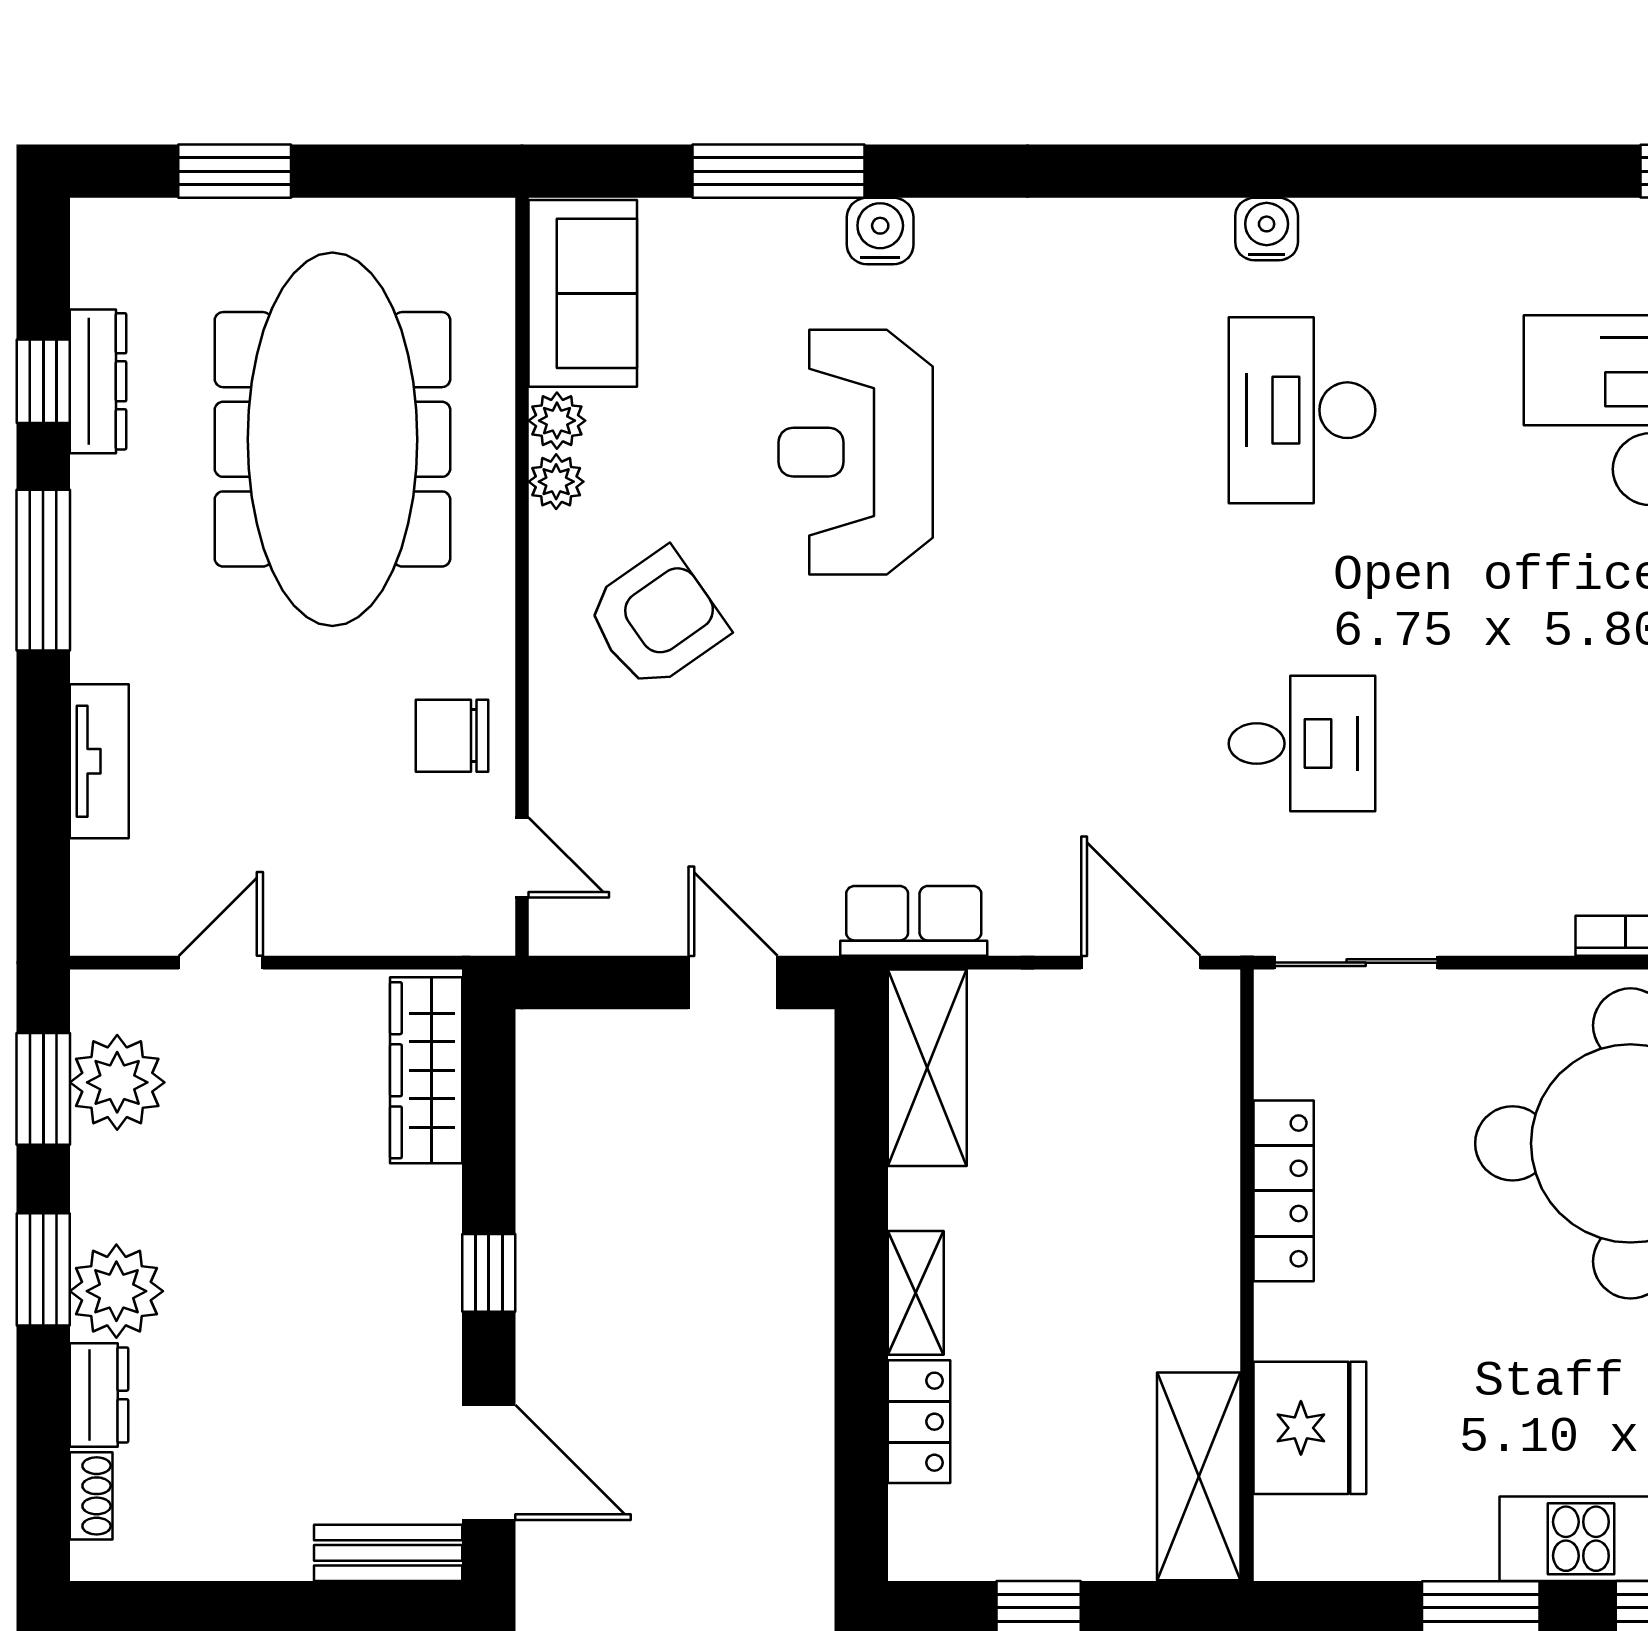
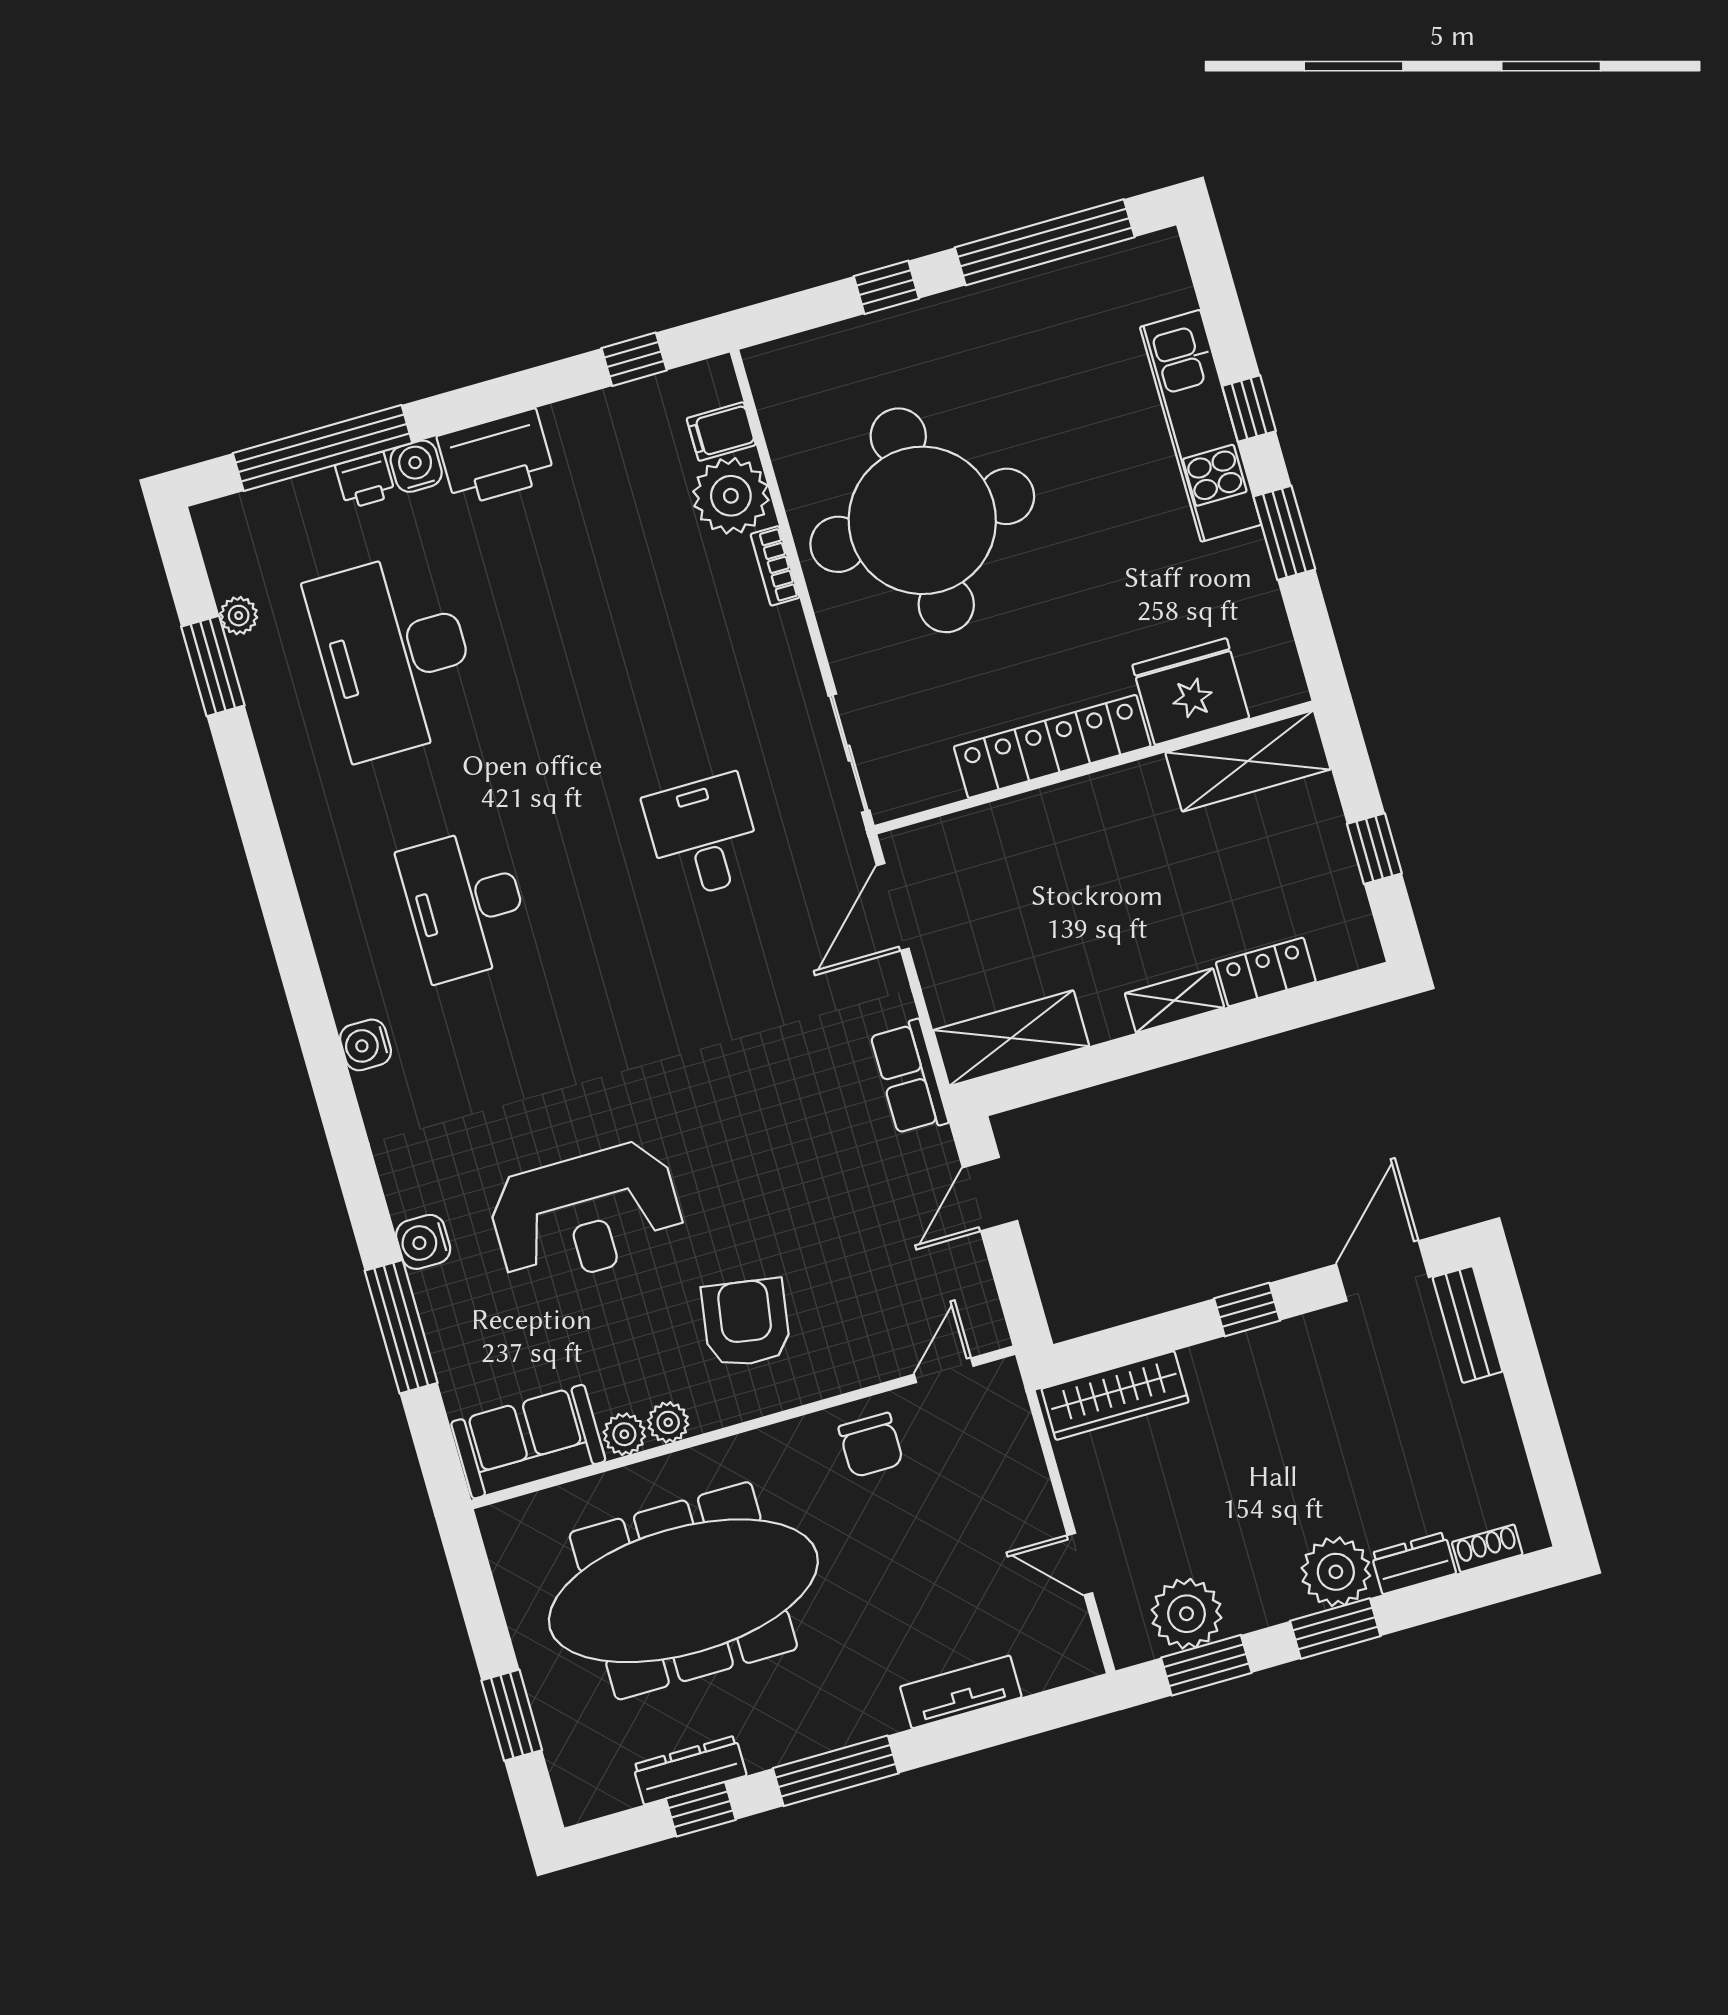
water cooler: (1267, 229) -> (365, 1045), moved
desk: (1302, 410) -> (465, 904), turned 90
armchair: (656, 619) -> (746, 1323), turned 44
locker: (1284, 1191) -> (1052, 746), width x1.41, depth x1.21

